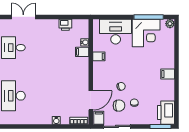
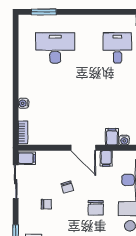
door: (91, 100) -> (83, 148), moved
chair: (119, 106) -> (96, 208), moved

